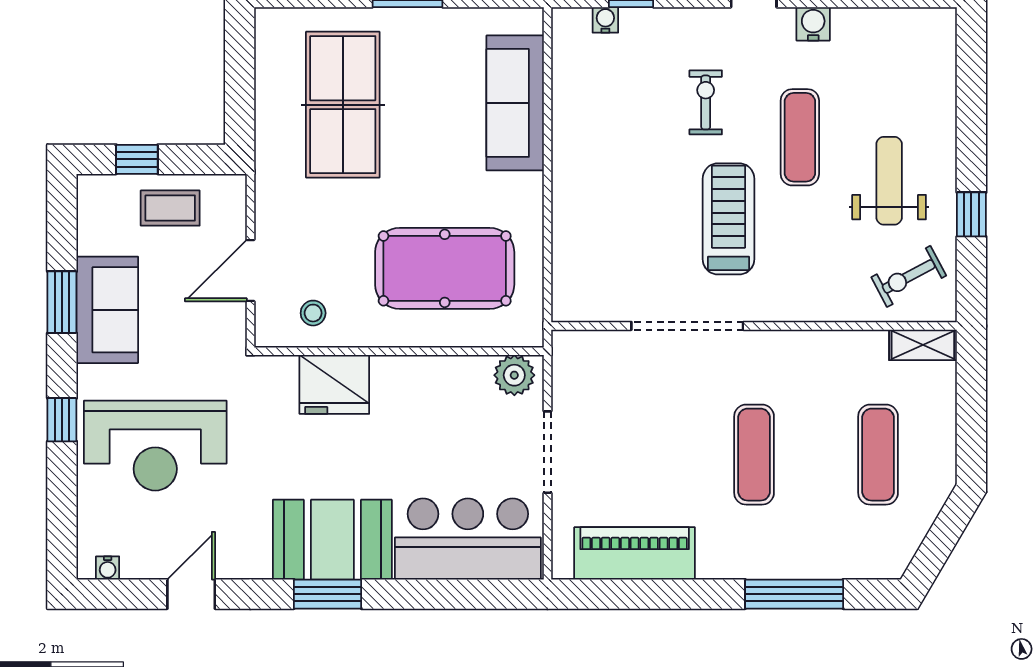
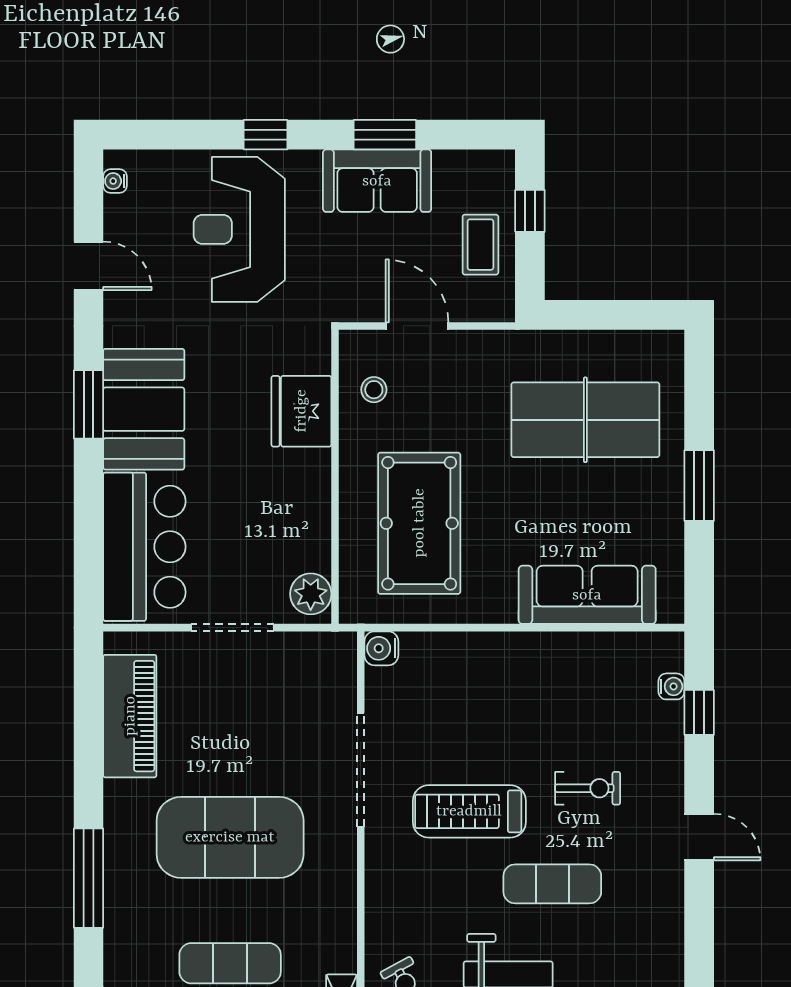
water cooler: (813, 24) -> (381, 648), moved, turned 180
treadmill: (728, 219) -> (469, 811), turned 180
exercise mat: (754, 455) -> (230, 837), width x2.00, depth x1.45

